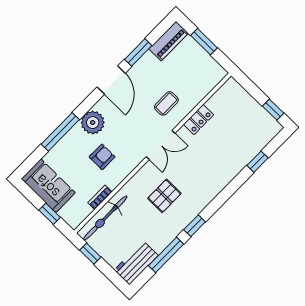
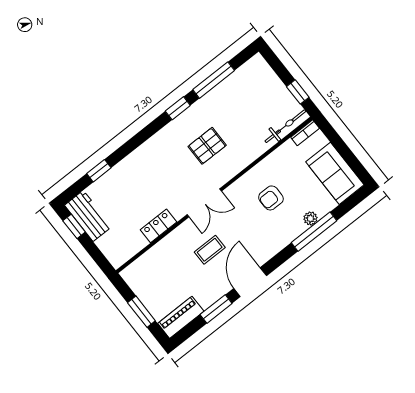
coffee table: (166, 103) -> (210, 250), moved
plant: (93, 123) -> (310, 218), moved, width x0.53, depth x0.53
double door: (161, 145) -> (204, 203), swing flipped
bookcase: (100, 197) -> (305, 133), moved
window: (50, 214) -> (337, 142), removed
bicycle: (105, 218) -> (285, 126), width x0.73, depth x0.71
workbench: (136, 263) -> (88, 216), moved, turned -90

